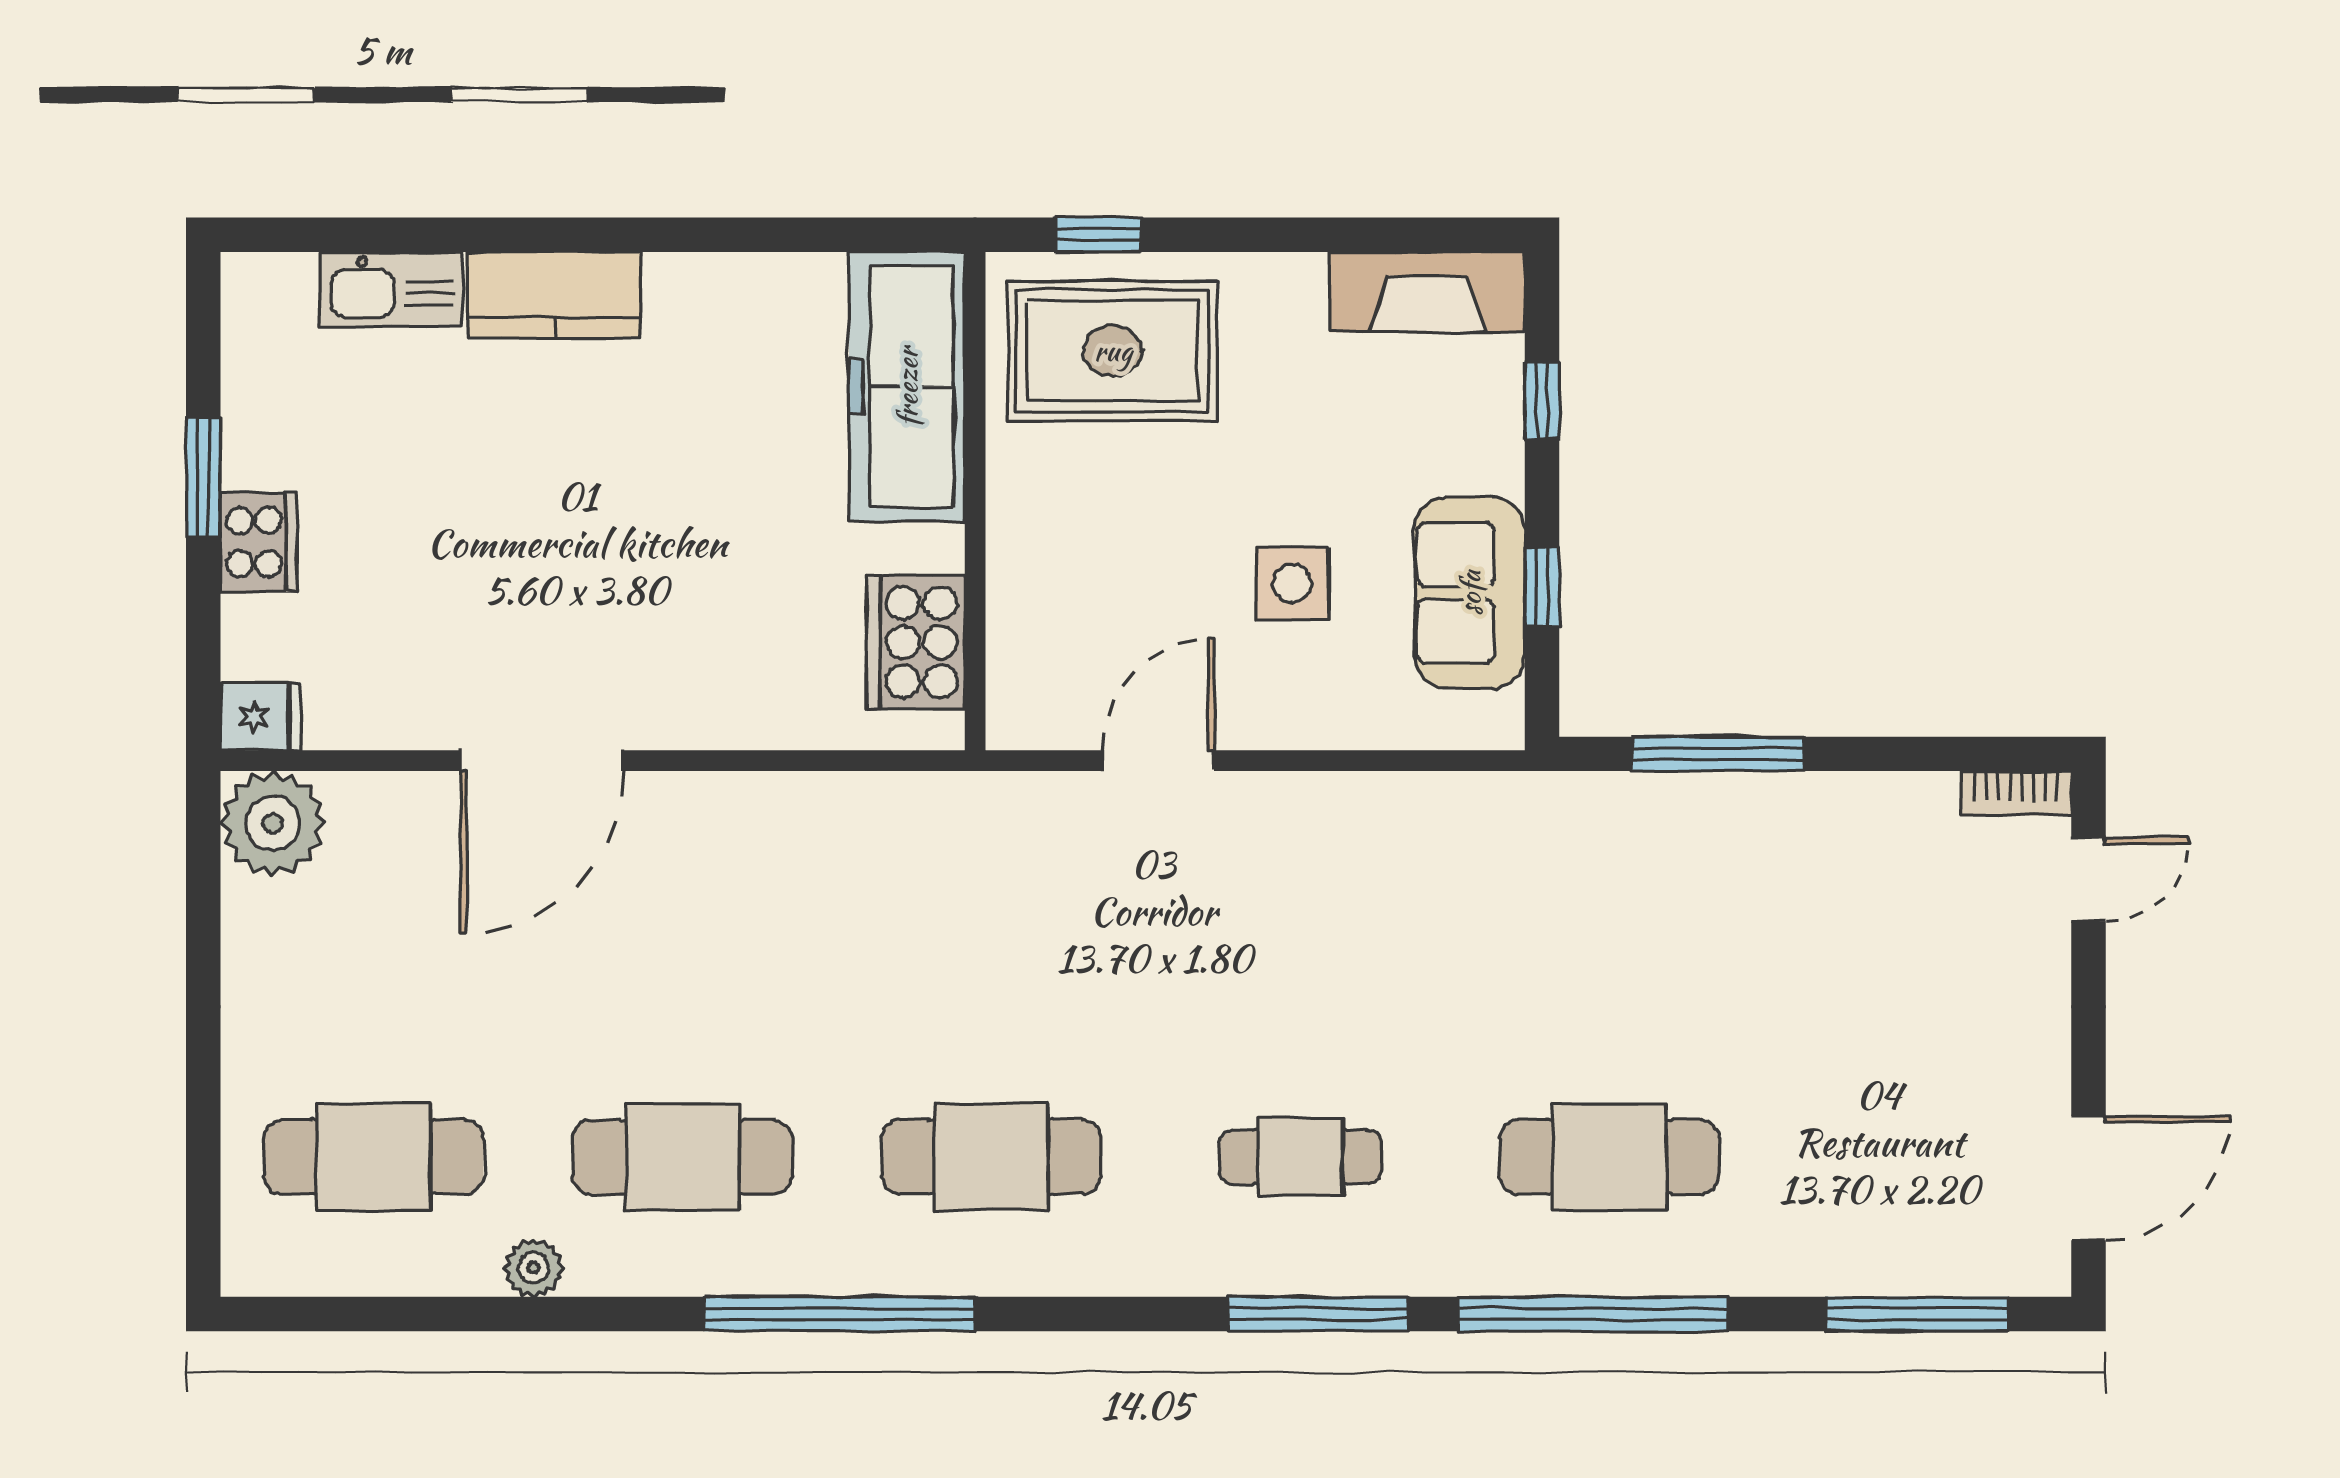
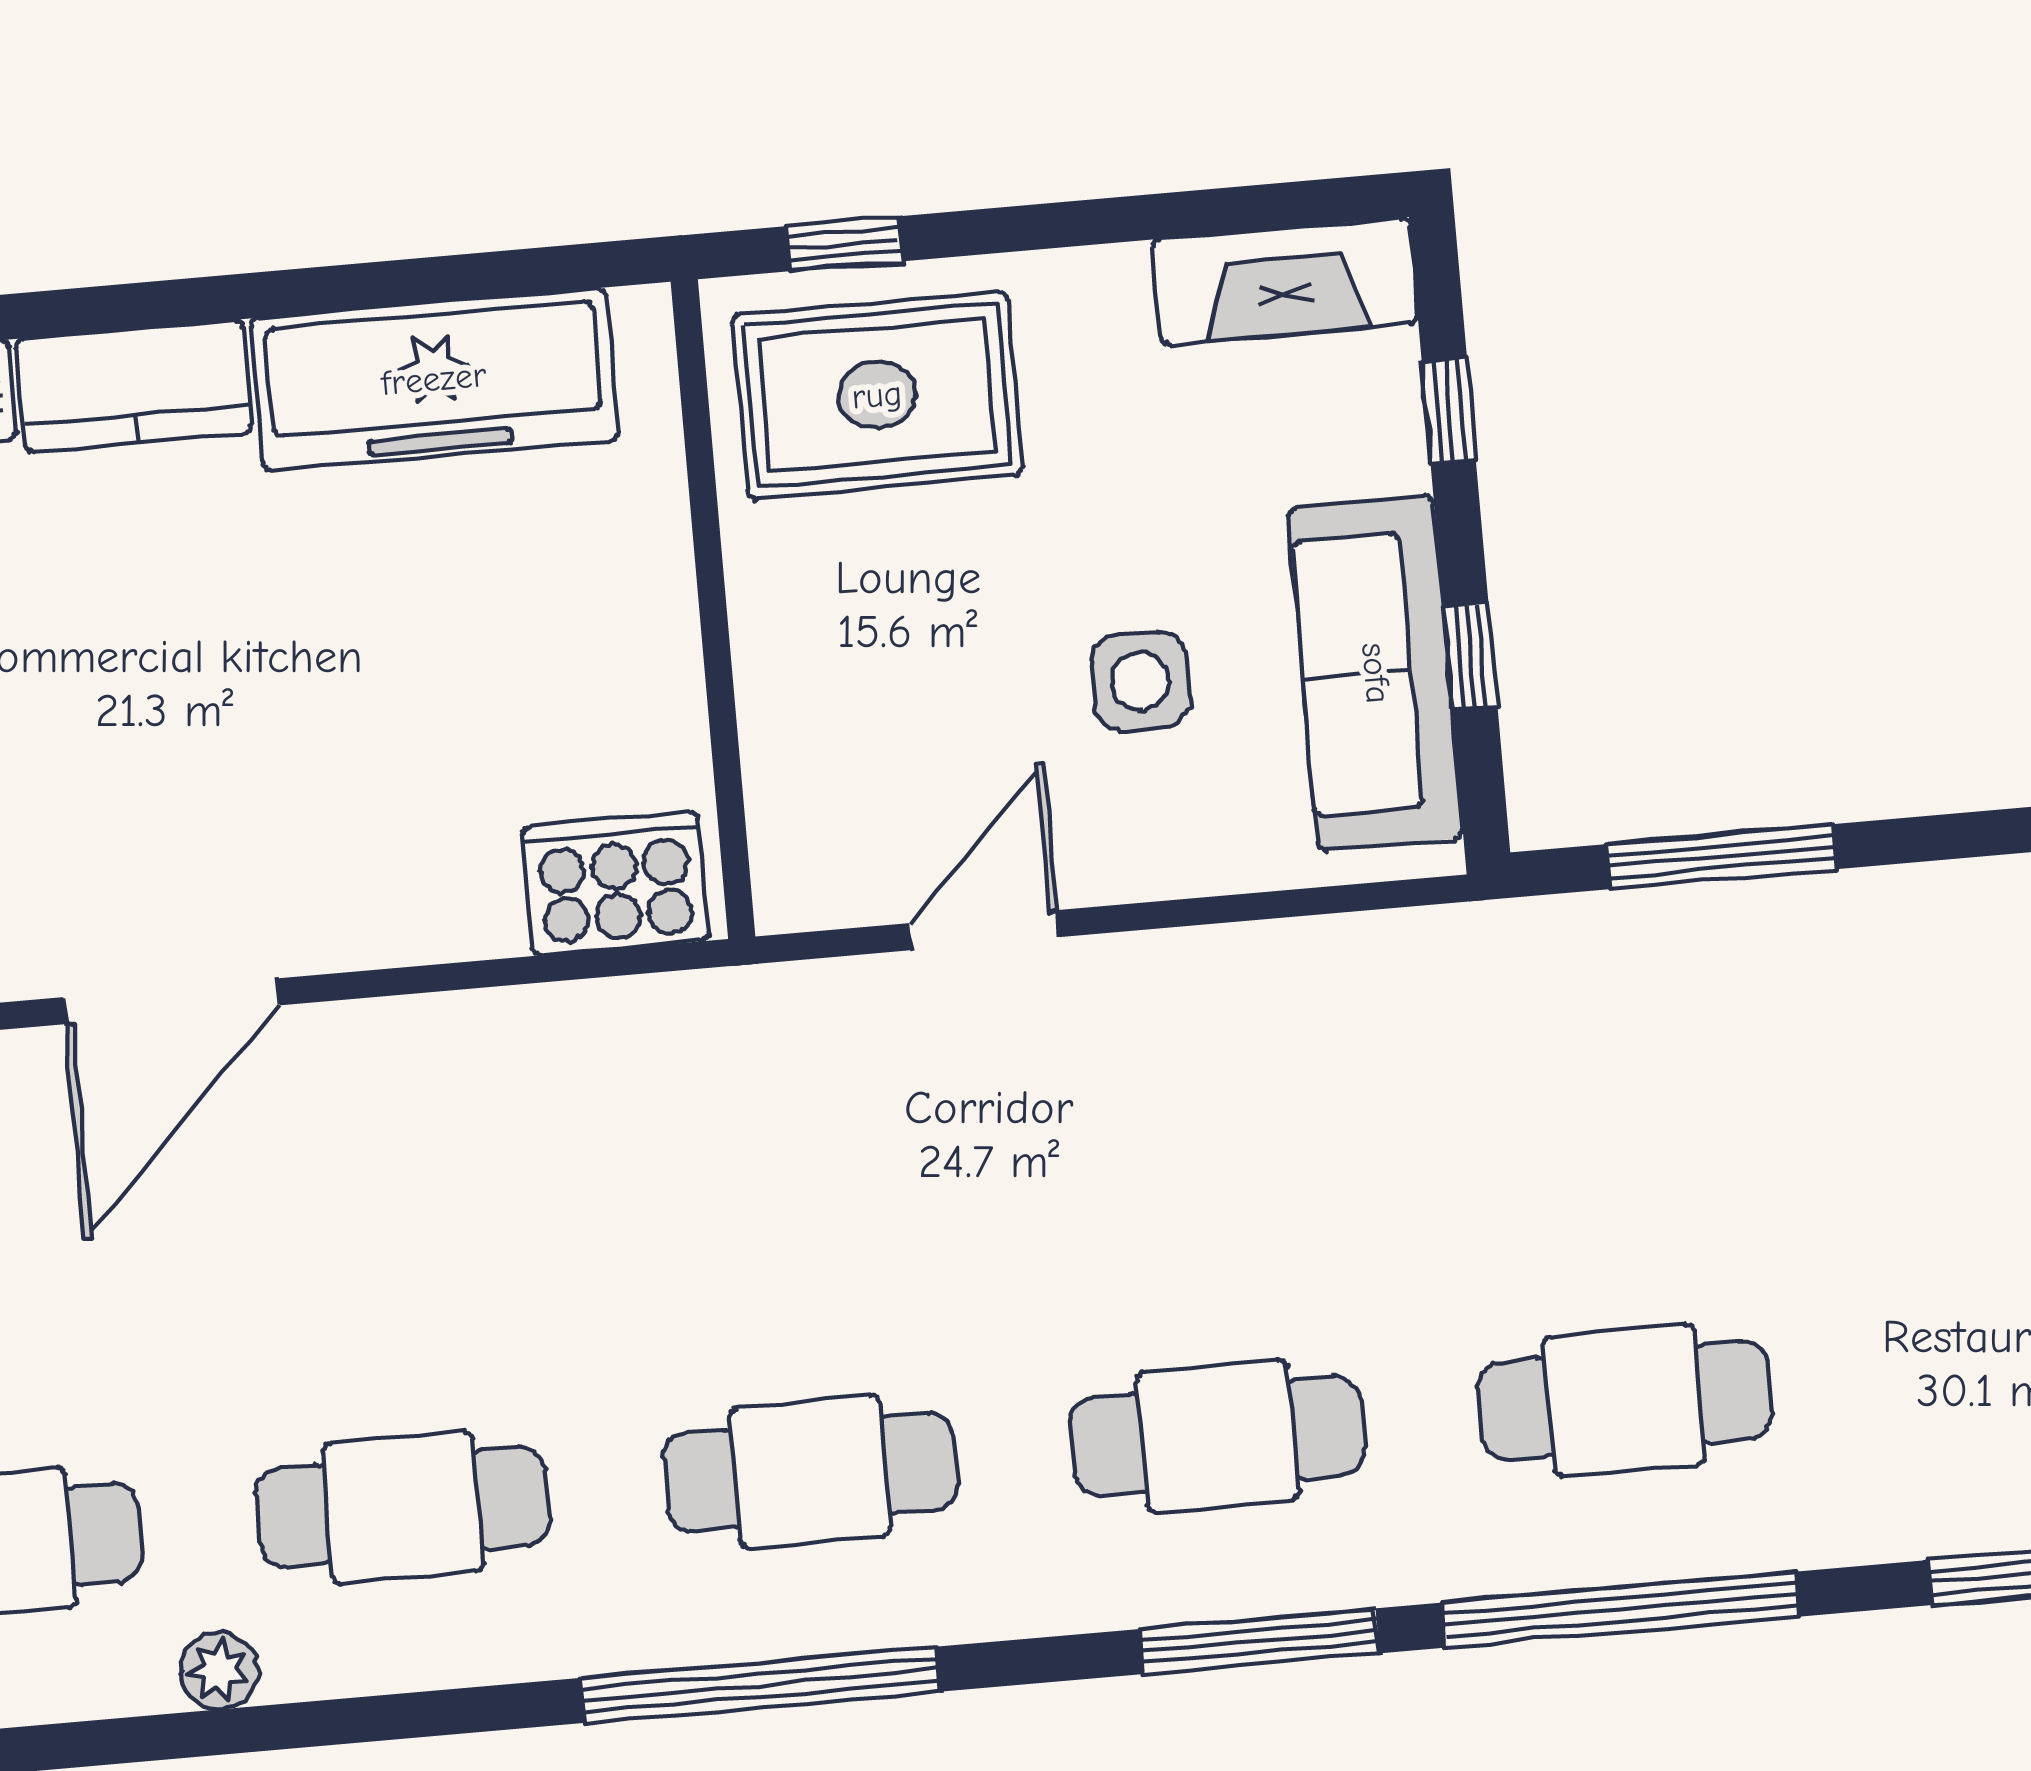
freezer: (907, 387) -> (434, 379), moved, turned -90
sofa: (1470, 593) -> (1376, 673), width x1.36
cooker: (916, 642) -> (615, 883), moved, turned 90
cafe table: (1300, 1157) -> (1217, 1436), width x1.37, depth x1.35
window: (840, 1314) -> (761, 1685), moved

